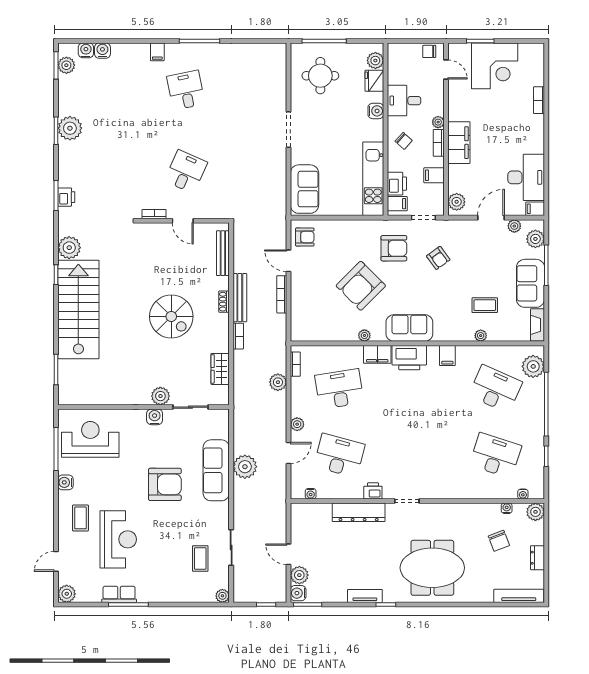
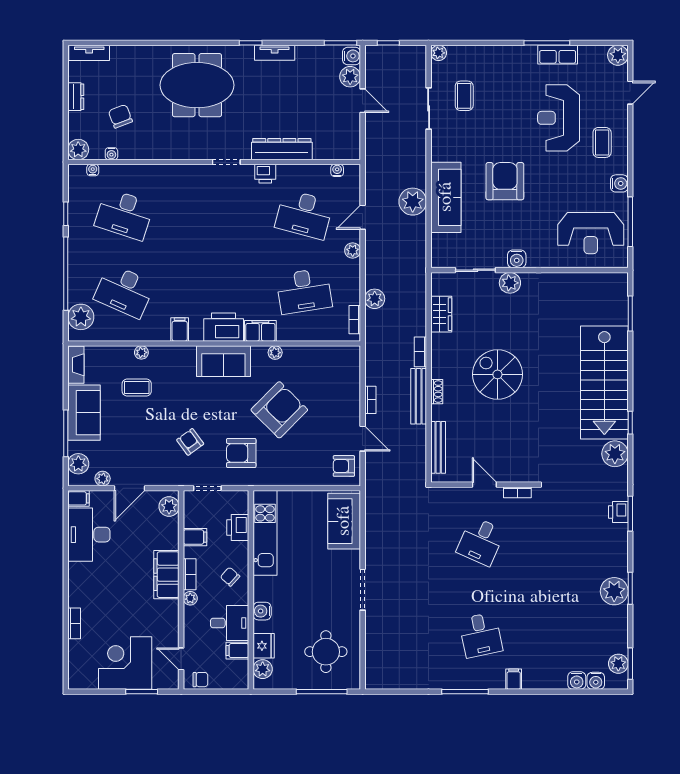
filing cabinet: (397, 204) -> (237, 651), moved
bookcase: (282, 294) -> (370, 400), width x0.64
armchair: (165, 484) -> (505, 181), turned 90
tv unit: (519, 596) -> (89, 53), width x0.71

